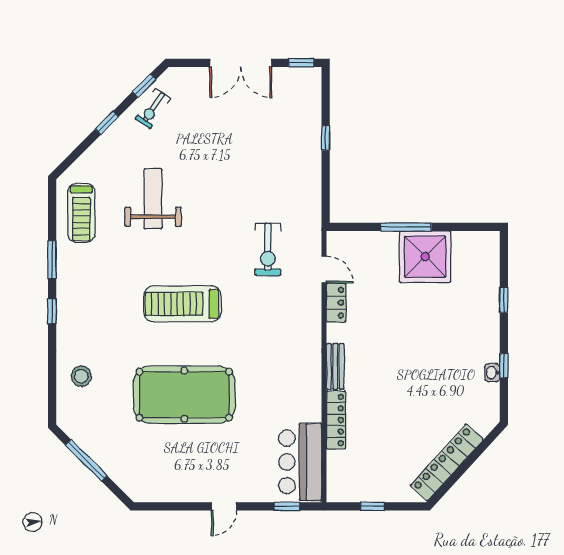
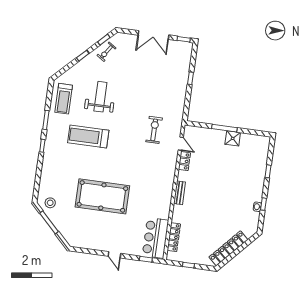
exercise bike: (268, 249) -> (154, 130), turned 180
shower: (425, 257) -> (233, 138), width x0.54, depth x0.54
treadmill: (183, 304) -> (88, 136), moved
stool: (81, 376) -> (50, 203), moved
locker: (336, 420) -> (174, 237), moved
door: (224, 506) -> (114, 255), hinge flipped

